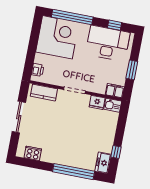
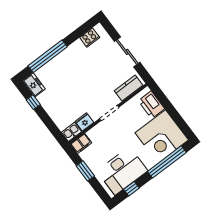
printer: (38, 70) -> (151, 105), width x1.87, depth x1.48

